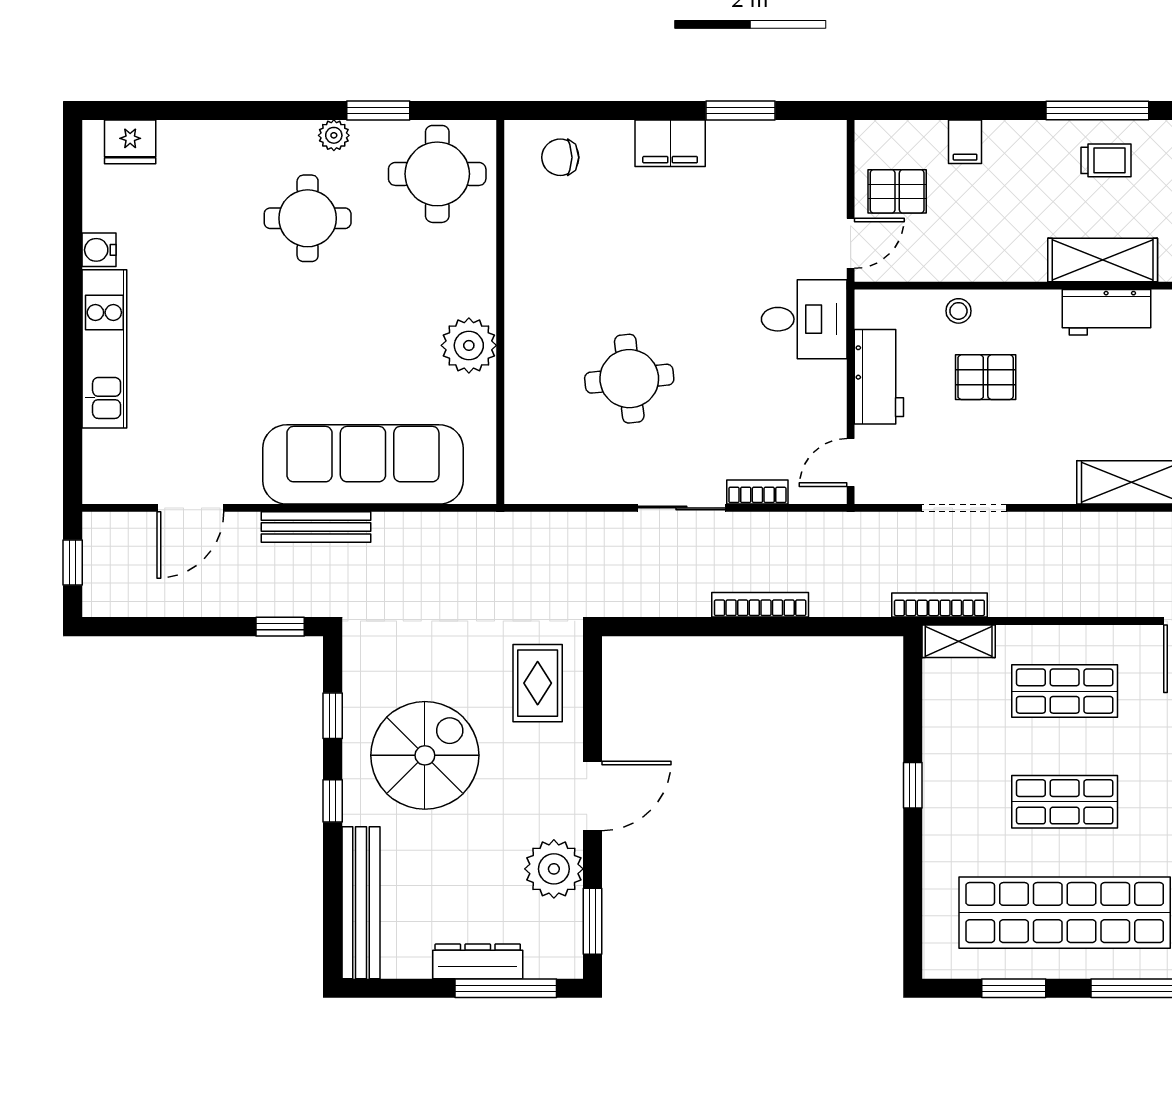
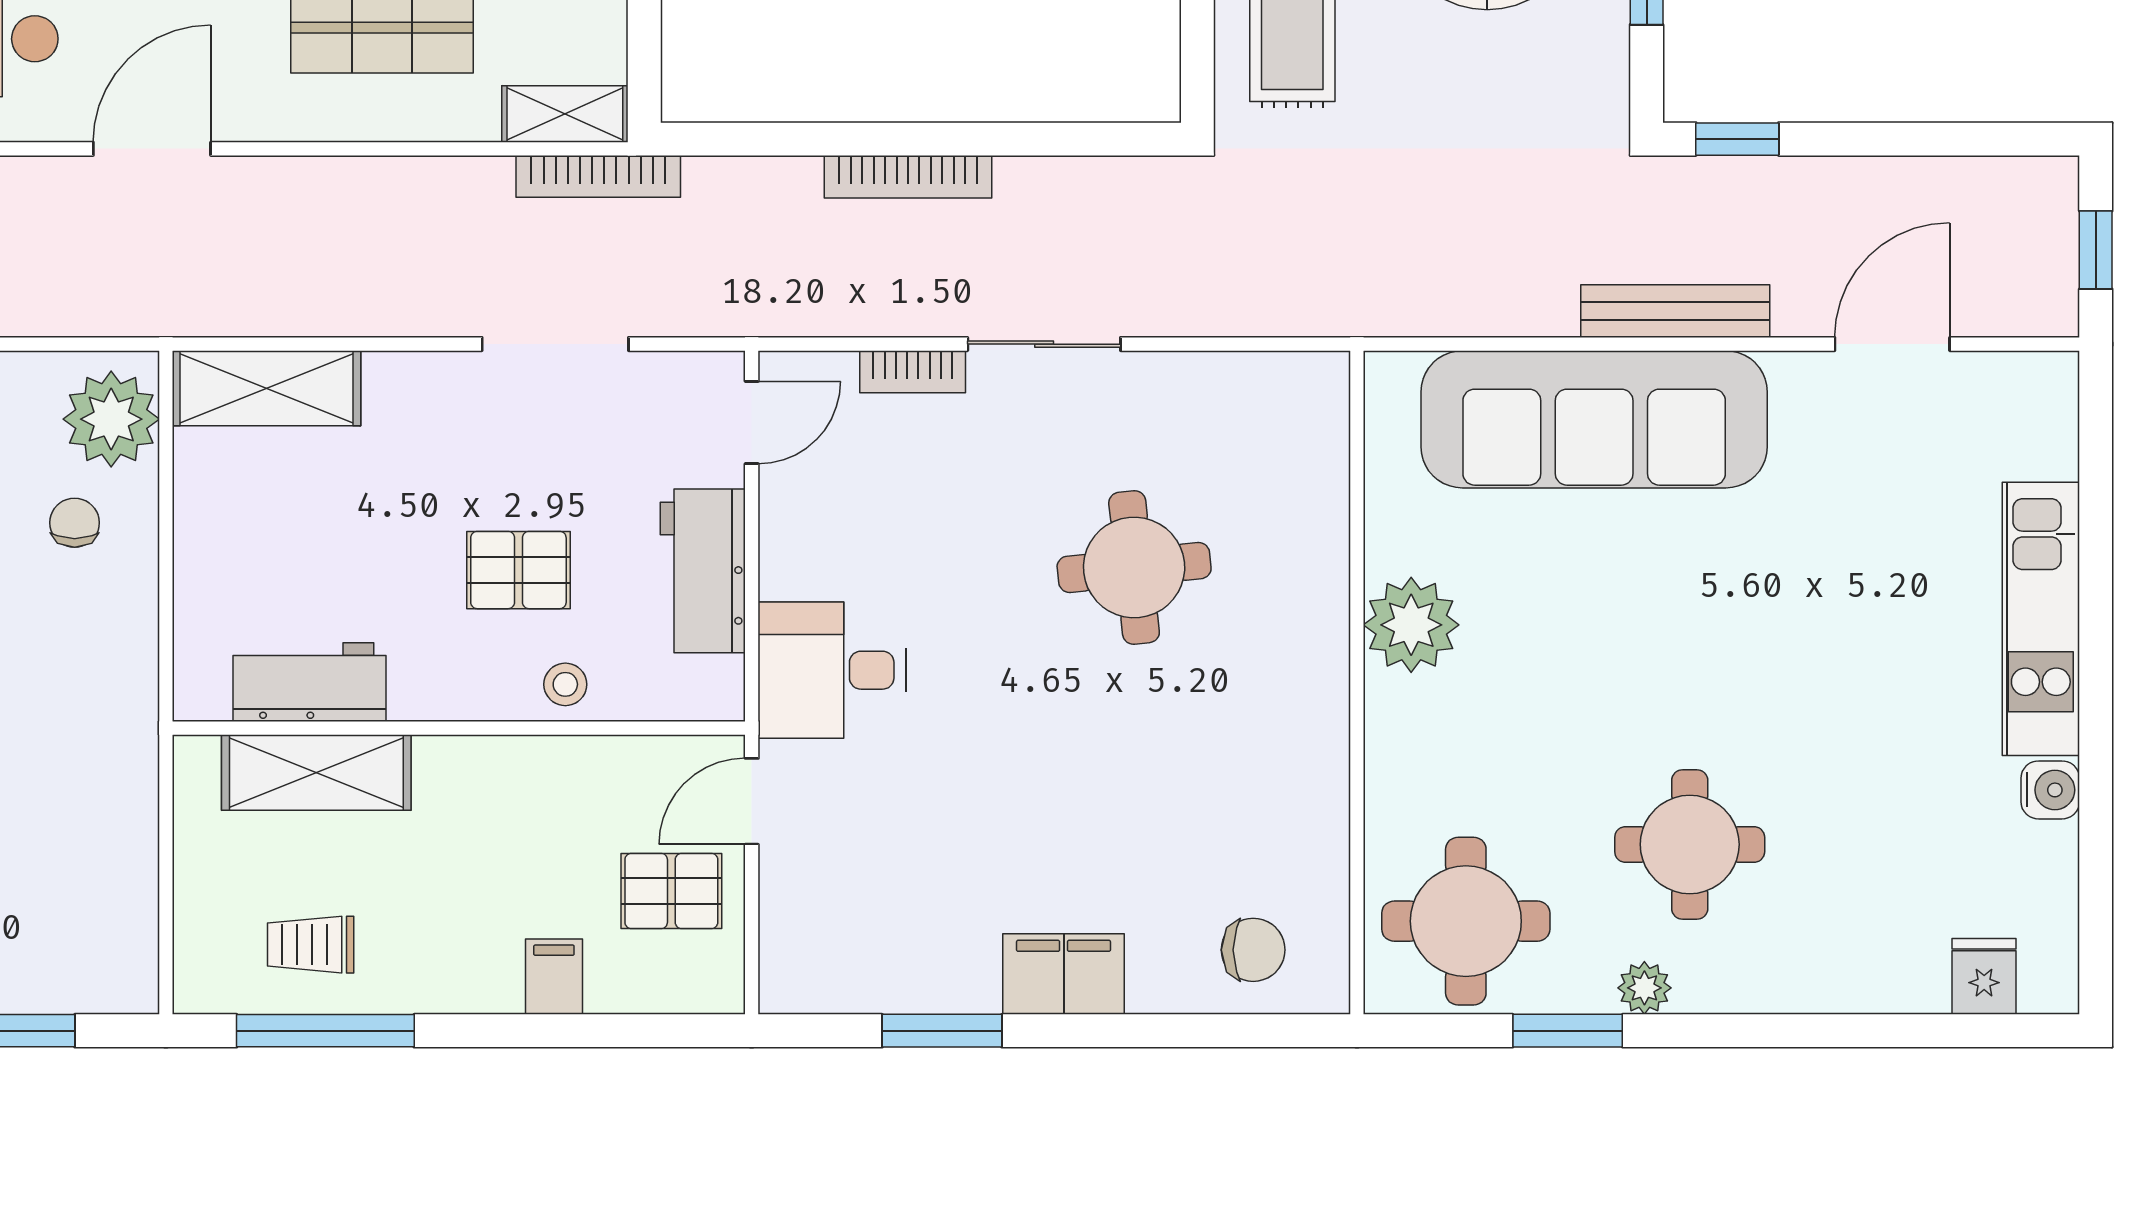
fridge: (130, 142) -> (1984, 976), width x0.72

